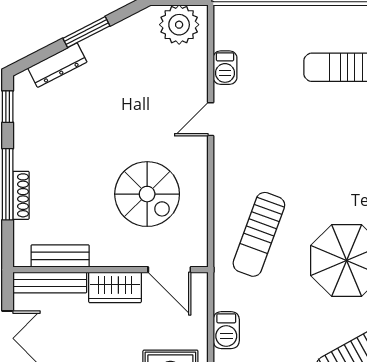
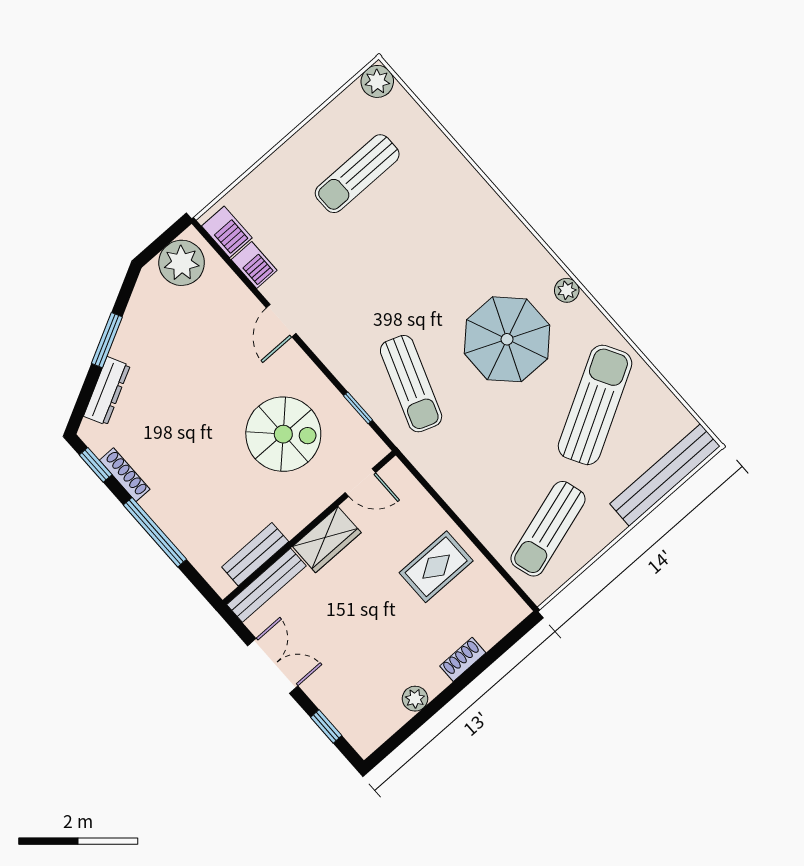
shoe rack: (21, 195) -> (125, 475), moved
window: (211, 220) -> (358, 408), added
door: (169, 270) -> (360, 483), width x0.73
barbecue: (226, 330) -> (227, 232), moved

